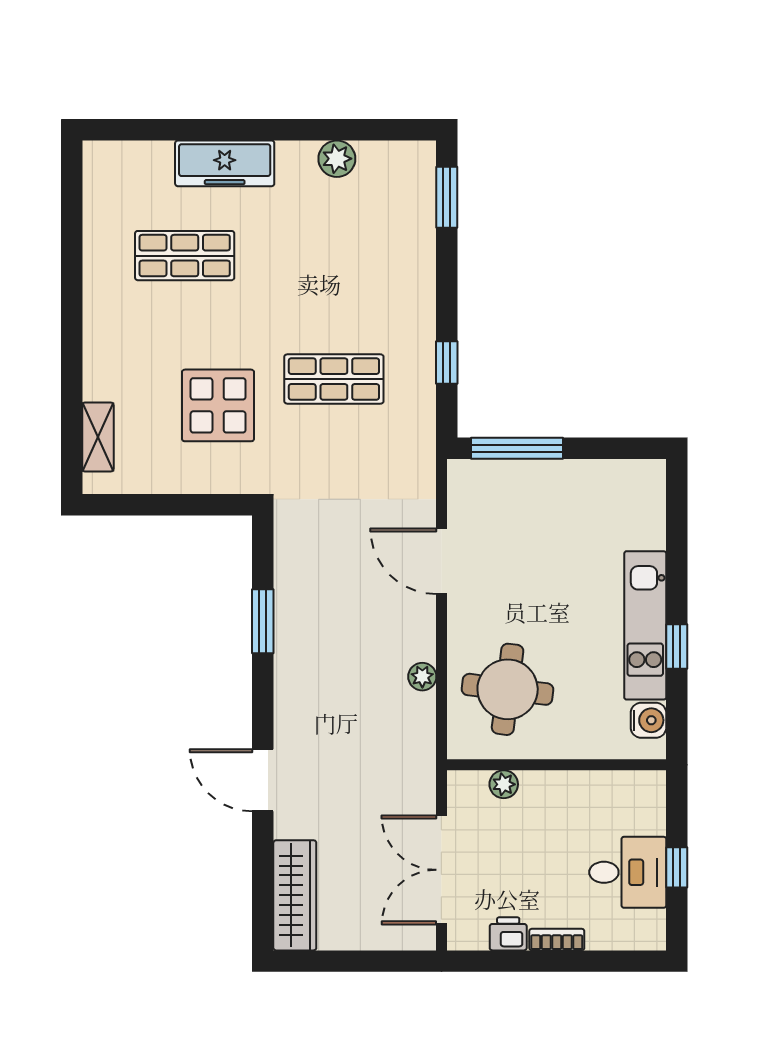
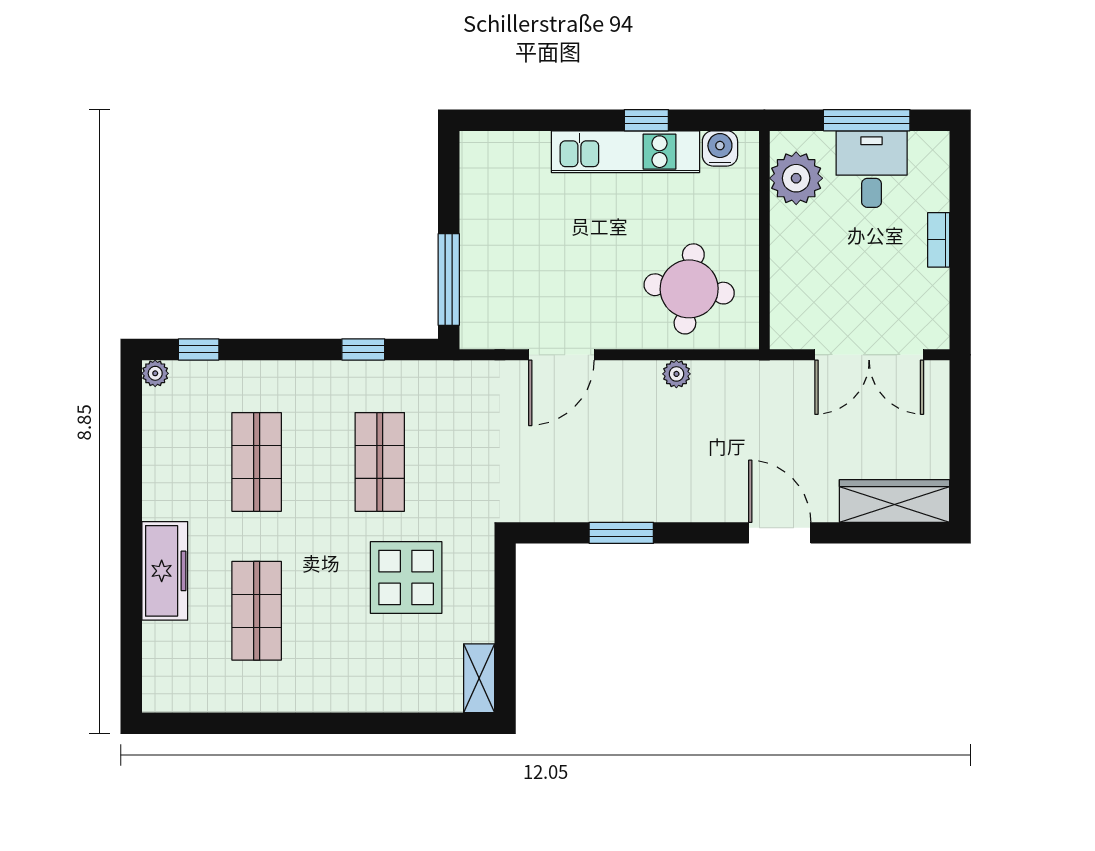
plant: (337, 159) -> (155, 373), moved, width x0.73, depth x0.73
window: (447, 197) -> (199, 349), width x0.67
shop shelf: (334, 256) -> (257, 462), added
shelving: (98, 437) -> (479, 678), moved, turned 90
door: (263, 780) -> (780, 533), swing flipped
plant: (504, 784) -> (796, 178), moved, width x1.88, depth x1.88
window: (677, 867) -> (867, 120), width x2.17
printer: (508, 934) -> (933, 288), removed

